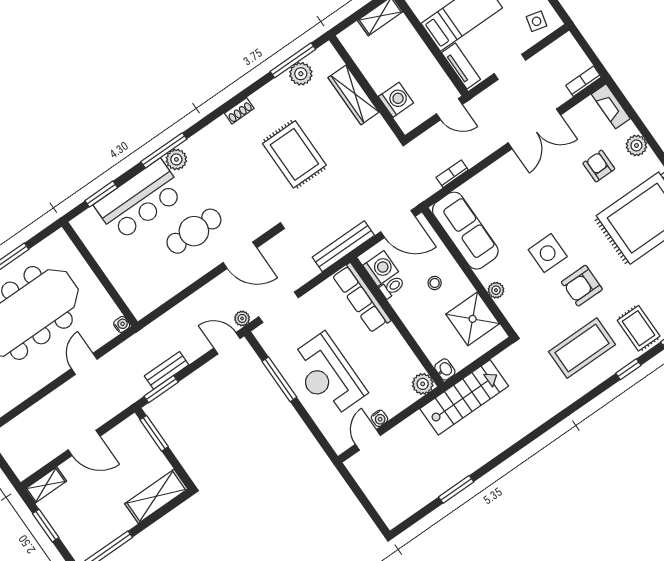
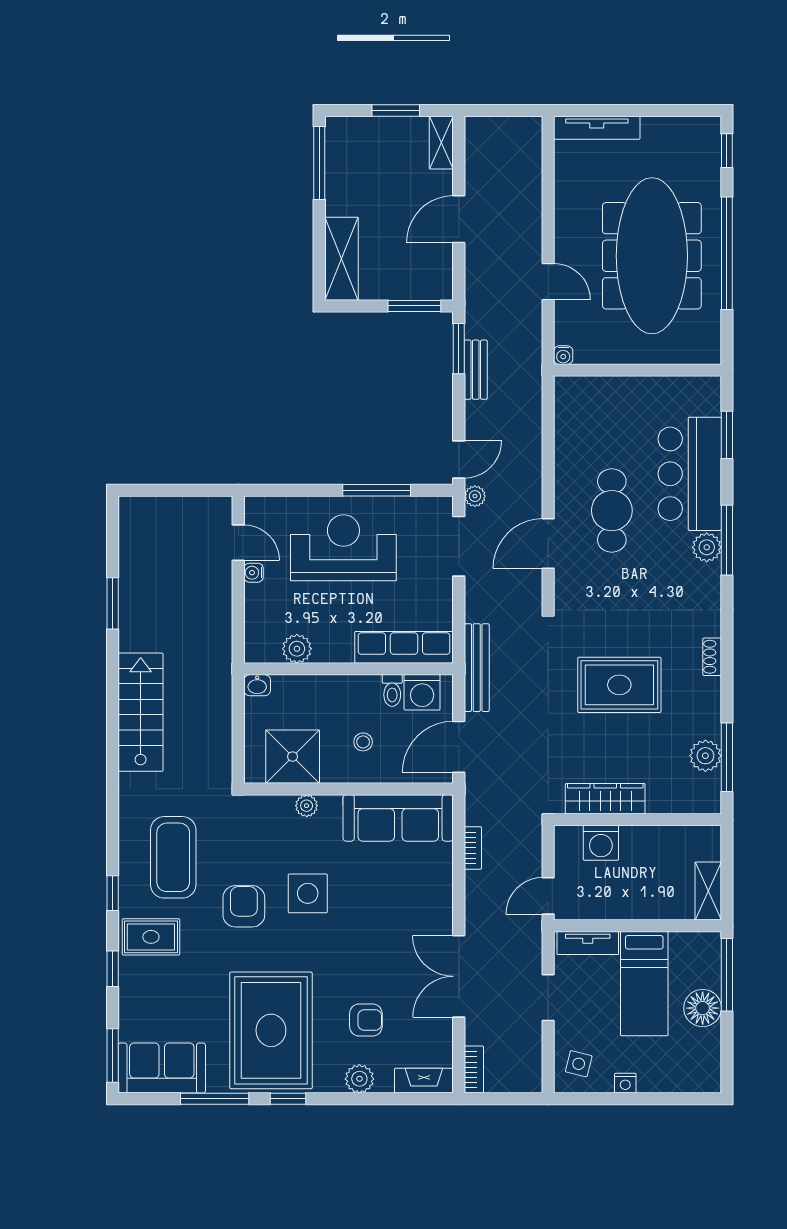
wardrobe: (354, 95) -> (605, 799), moved
plant: (423, 384) -> (297, 649), moved
stairs: (464, 397) -> (141, 712), moved, turned 180

